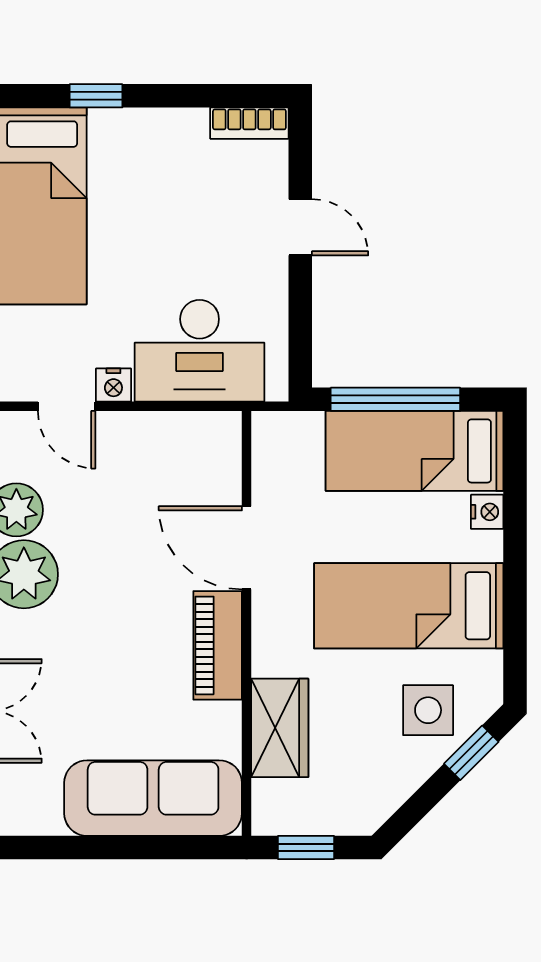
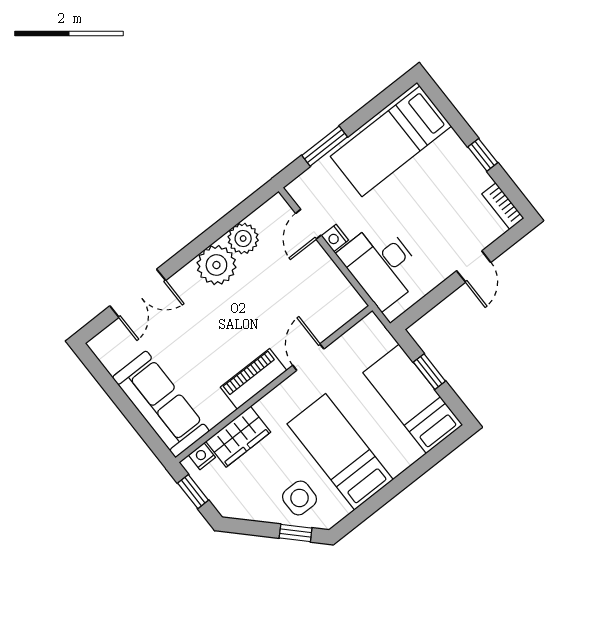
window: (96, 96) -> (483, 155), moved
window: (395, 399) -> (429, 372), width x0.46
nightstand: (487, 512) -> (202, 456), moved, turned 180
door: (247, 548) -> (308, 357), width x0.73

